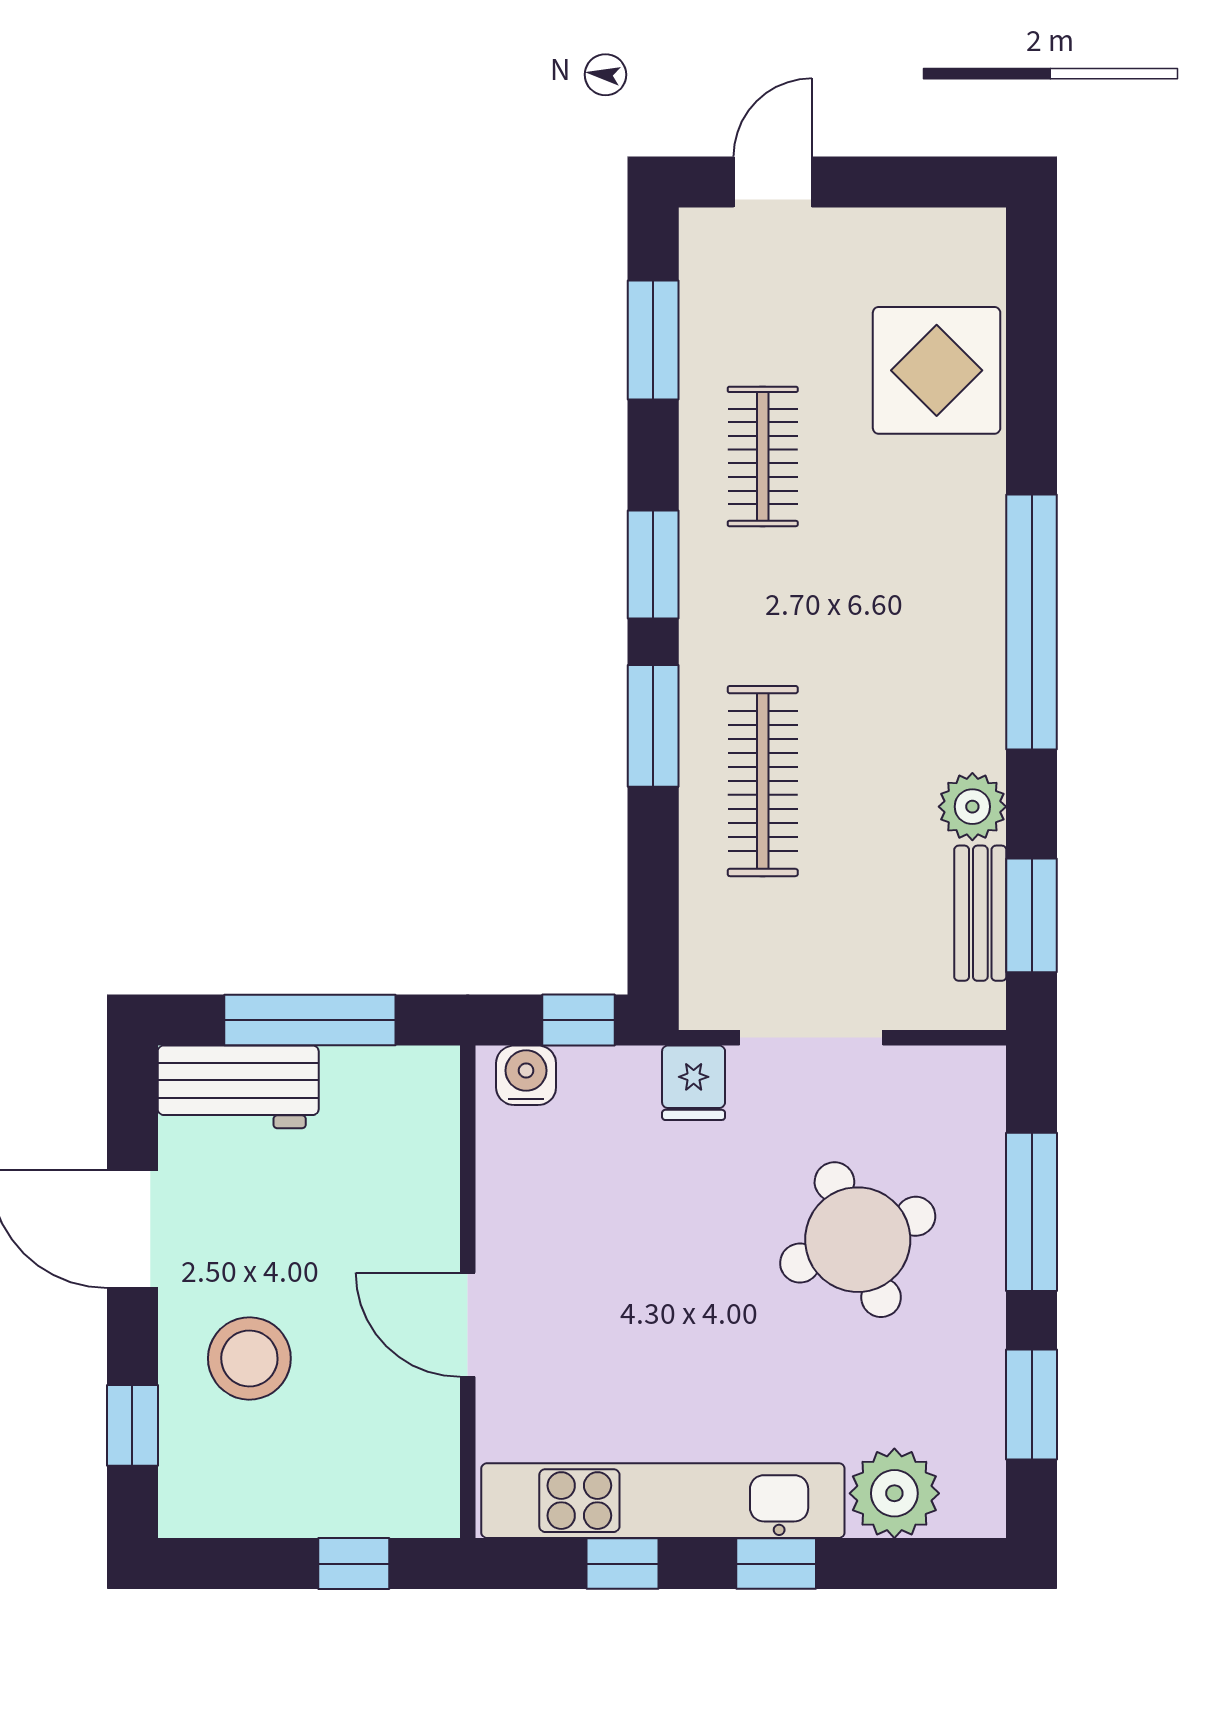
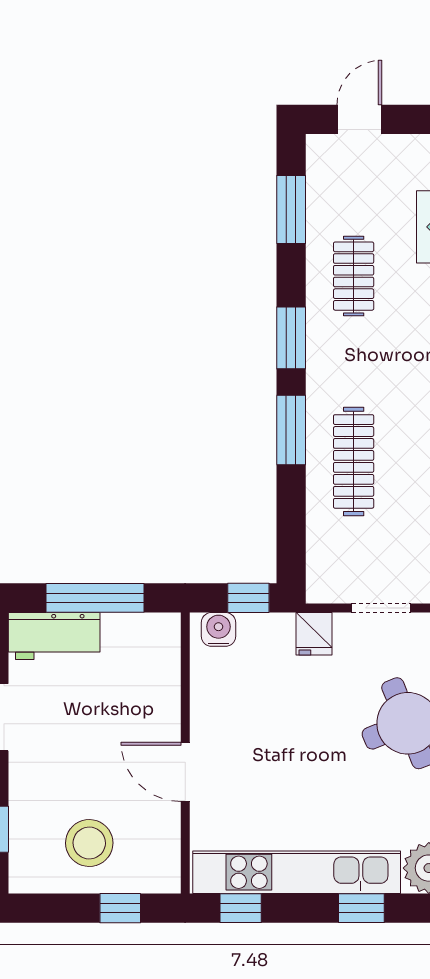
doorway: (811, 1038) -> (381, 608), width x0.73
stool: (249, 1358) -> (89, 843), moved
window: (623, 1564) -> (241, 908), moved

